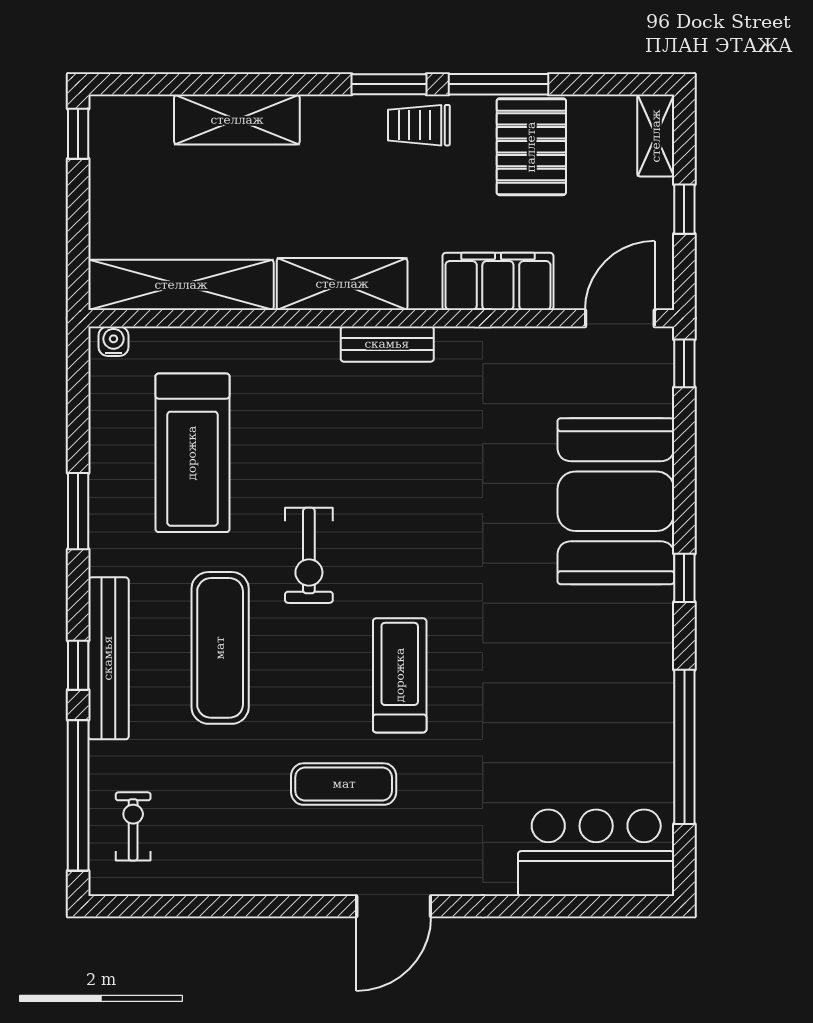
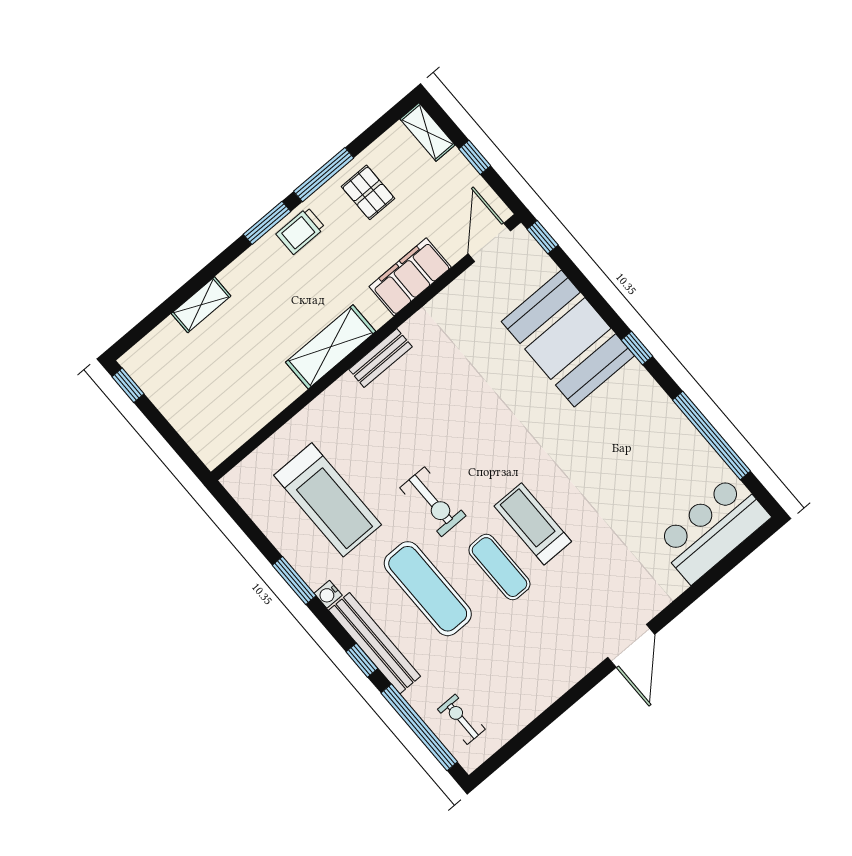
shelving: (237, 120) -> (201, 305), width x0.67, depth x0.75
pallet: (531, 147) -> (368, 192), width x0.67, depth x0.71
shelving: (181, 285) -> (248, 418), removed
water cooler: (113, 341) -> (328, 594), moved, turned -90
exercise mat: (344, 784) -> (499, 567), moved, turned 90

